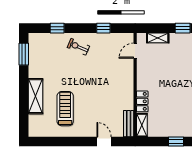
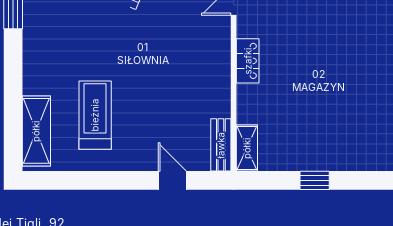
shelving: (36, 96) -> (36, 131), moved
locker: (142, 101) -> (248, 61), moved

